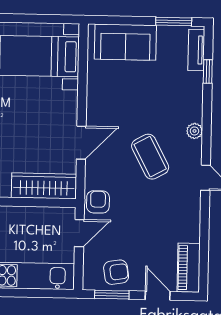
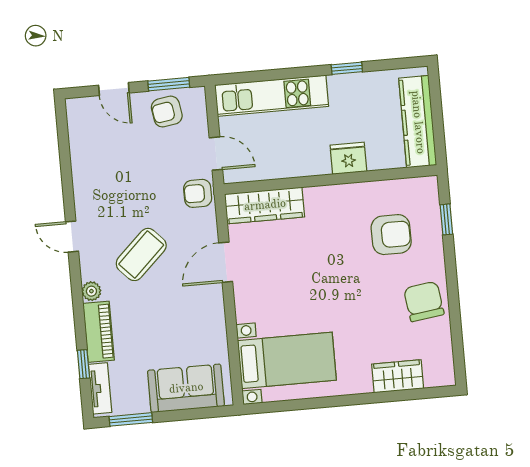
coffee table: (150, 157) -> (141, 254), turned 74
armchair: (98, 202) -> (198, 193), turned 90
door: (79, 233) -> (216, 154), swing flipped
piano: (189, 268) -> (99, 332), moved

